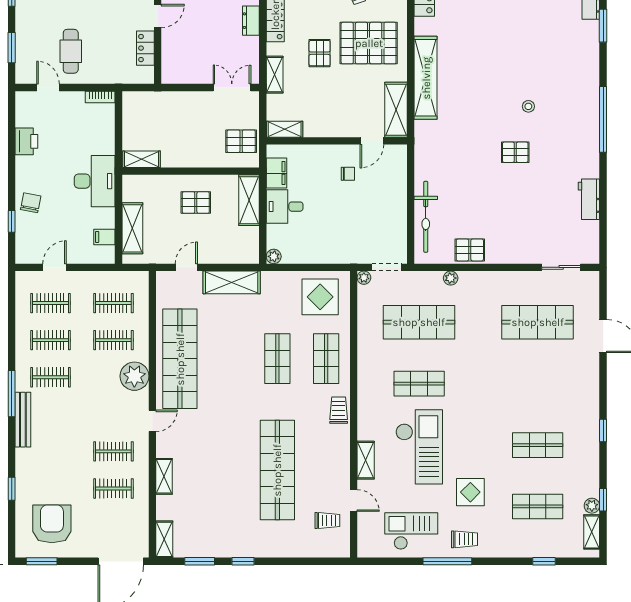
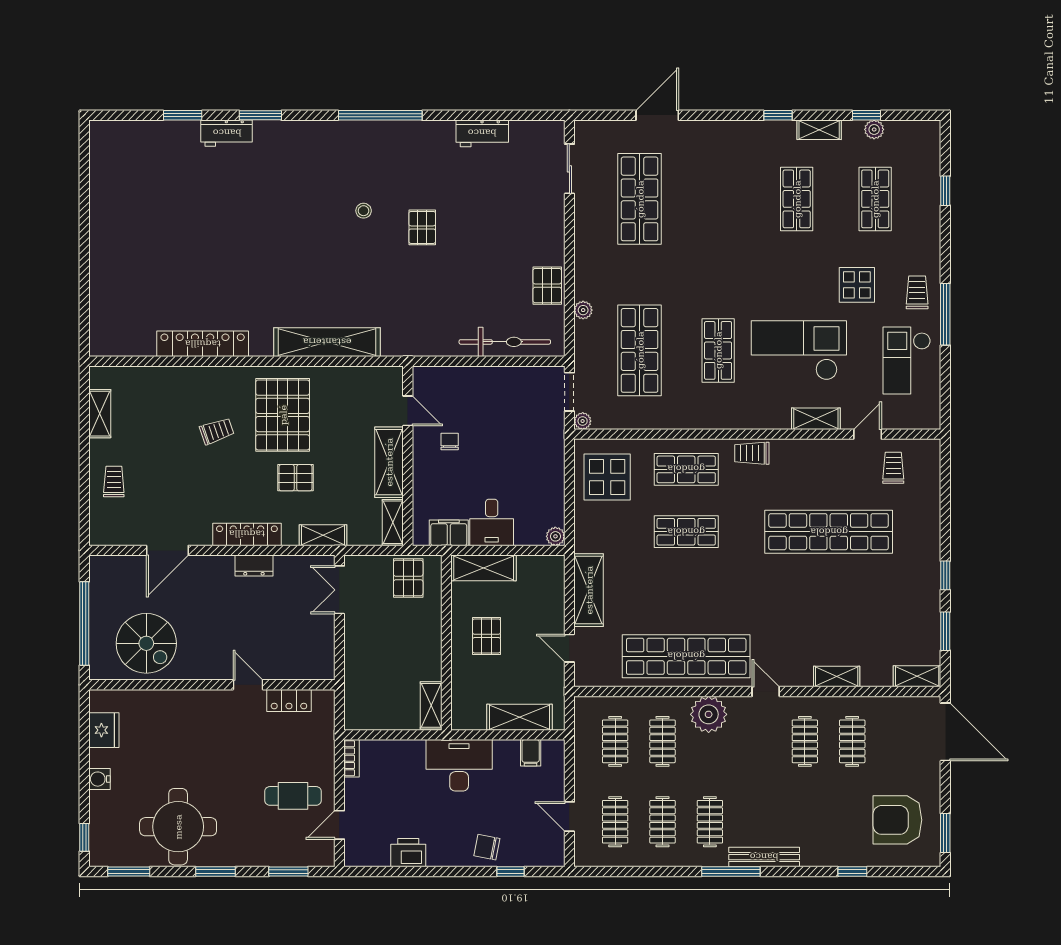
shelving: (396, 110) -> (389, 462), moved, turned 90
shelving: (592, 532) -> (819, 130), moved

